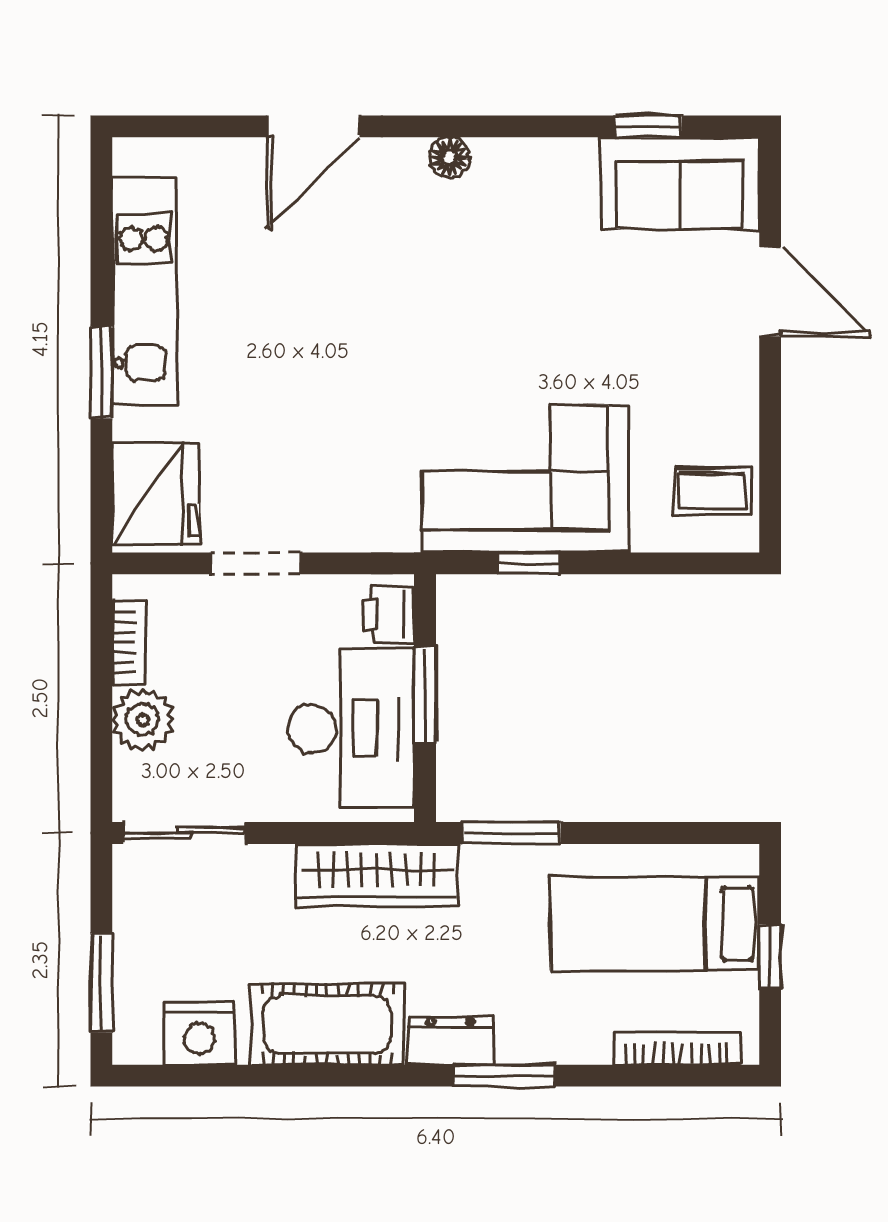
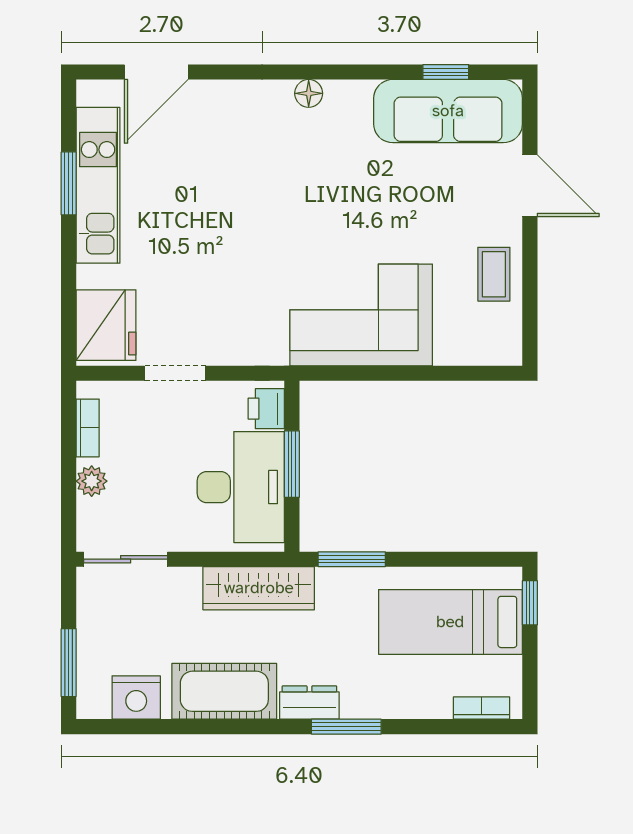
door: (313, 126) -> (156, 72), moved
sofa: (680, 183) -> (448, 111), width x1.36
window: (101, 372) -> (69, 183), moved
coffee table: (712, 491) -> (494, 274), moved, turned 90
window: (529, 563) -> (363, 373), removed
plant: (143, 720) -> (92, 481), width x0.73, depth x0.73
window: (770, 957) -> (530, 603), moved
bookcase: (677, 1049) -> (482, 708), width x0.64

